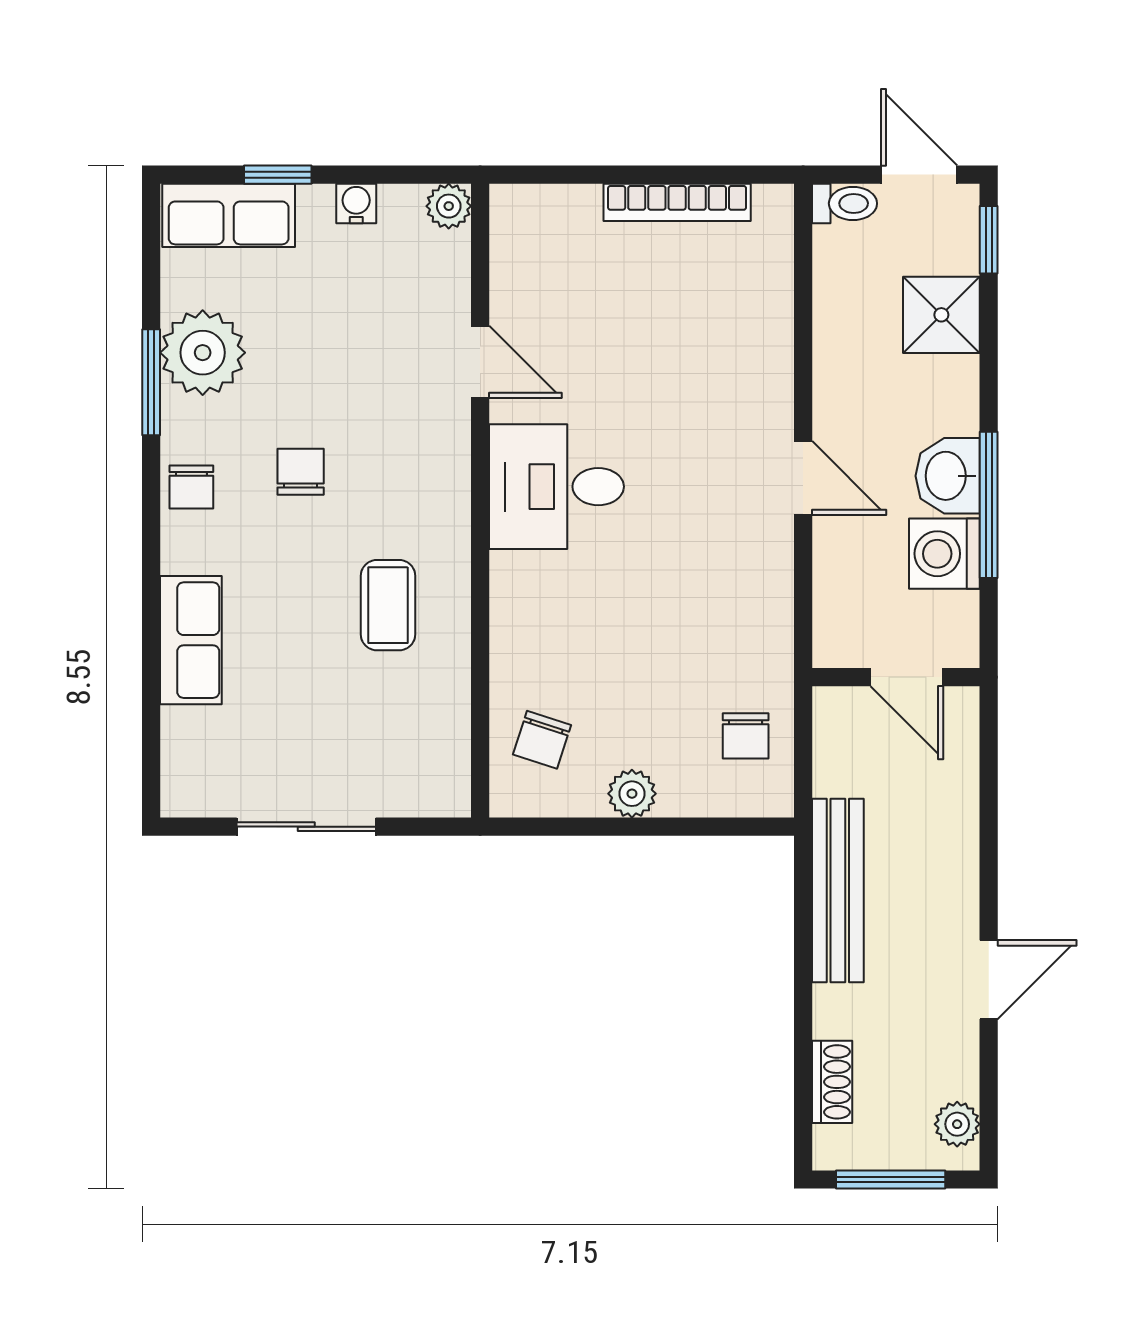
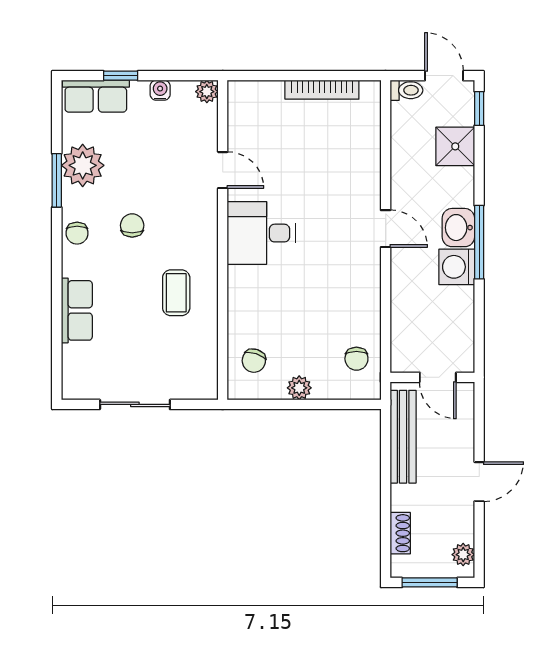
wall: (896, 677) -> (432, 377), moved
door: (907, 677) -> (438, 377), moved

